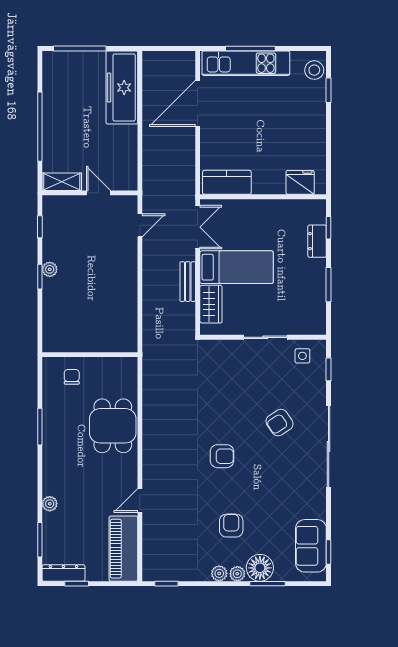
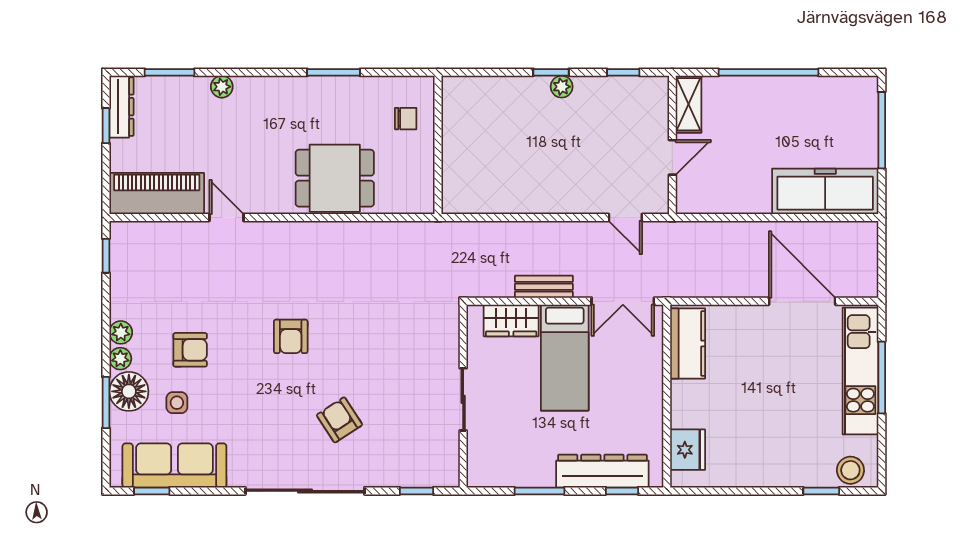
dresser: (317, 241) -> (602, 471), width x1.96, depth x1.24
side table: (302, 356) -> (177, 403), moved
sofa: (311, 546) -> (174, 465), width x1.36

